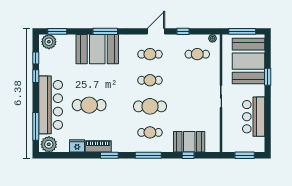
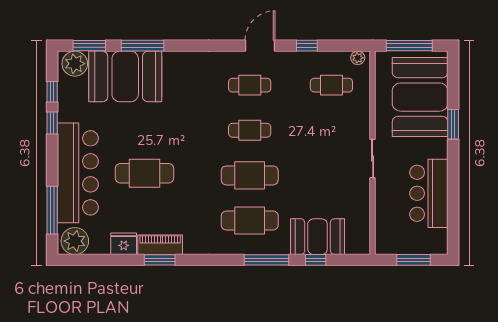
window: (105, 31) -> (143, 46), moved
booth: (97, 49) -> (125, 76), moved
cafe table: (150, 132) -> (250, 220), width x1.37, depth x1.35
window: (109, 155) -> (160, 260), moved
window: (148, 155) -> (267, 260), moved

